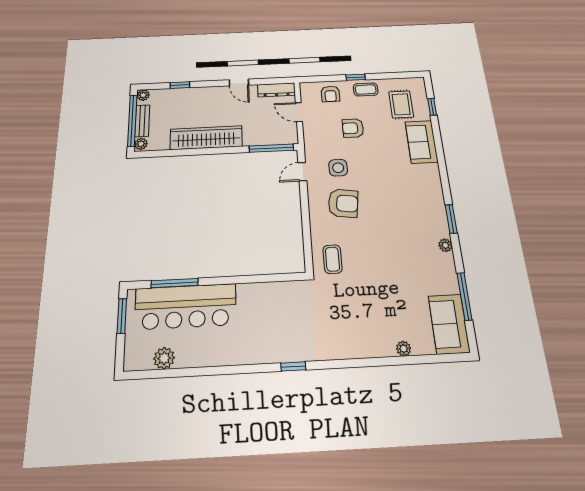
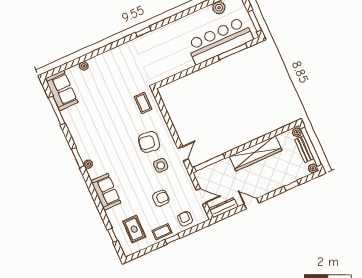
sofa: (421, 142) -> (106, 192), moved
plant: (445, 245) -> (88, 164), moved

